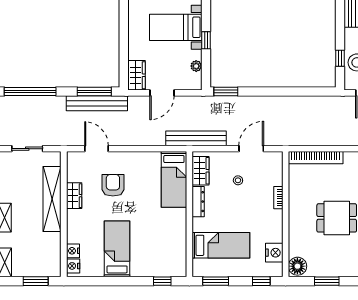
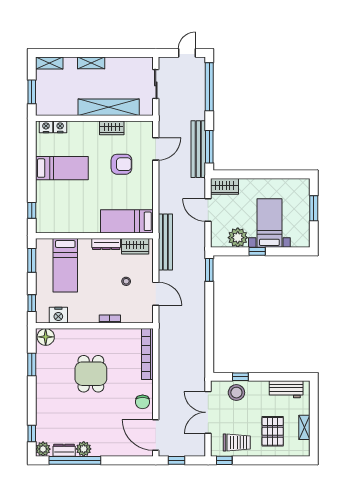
plant: (196, 66) -> (238, 238), width x1.88, depth x1.88

